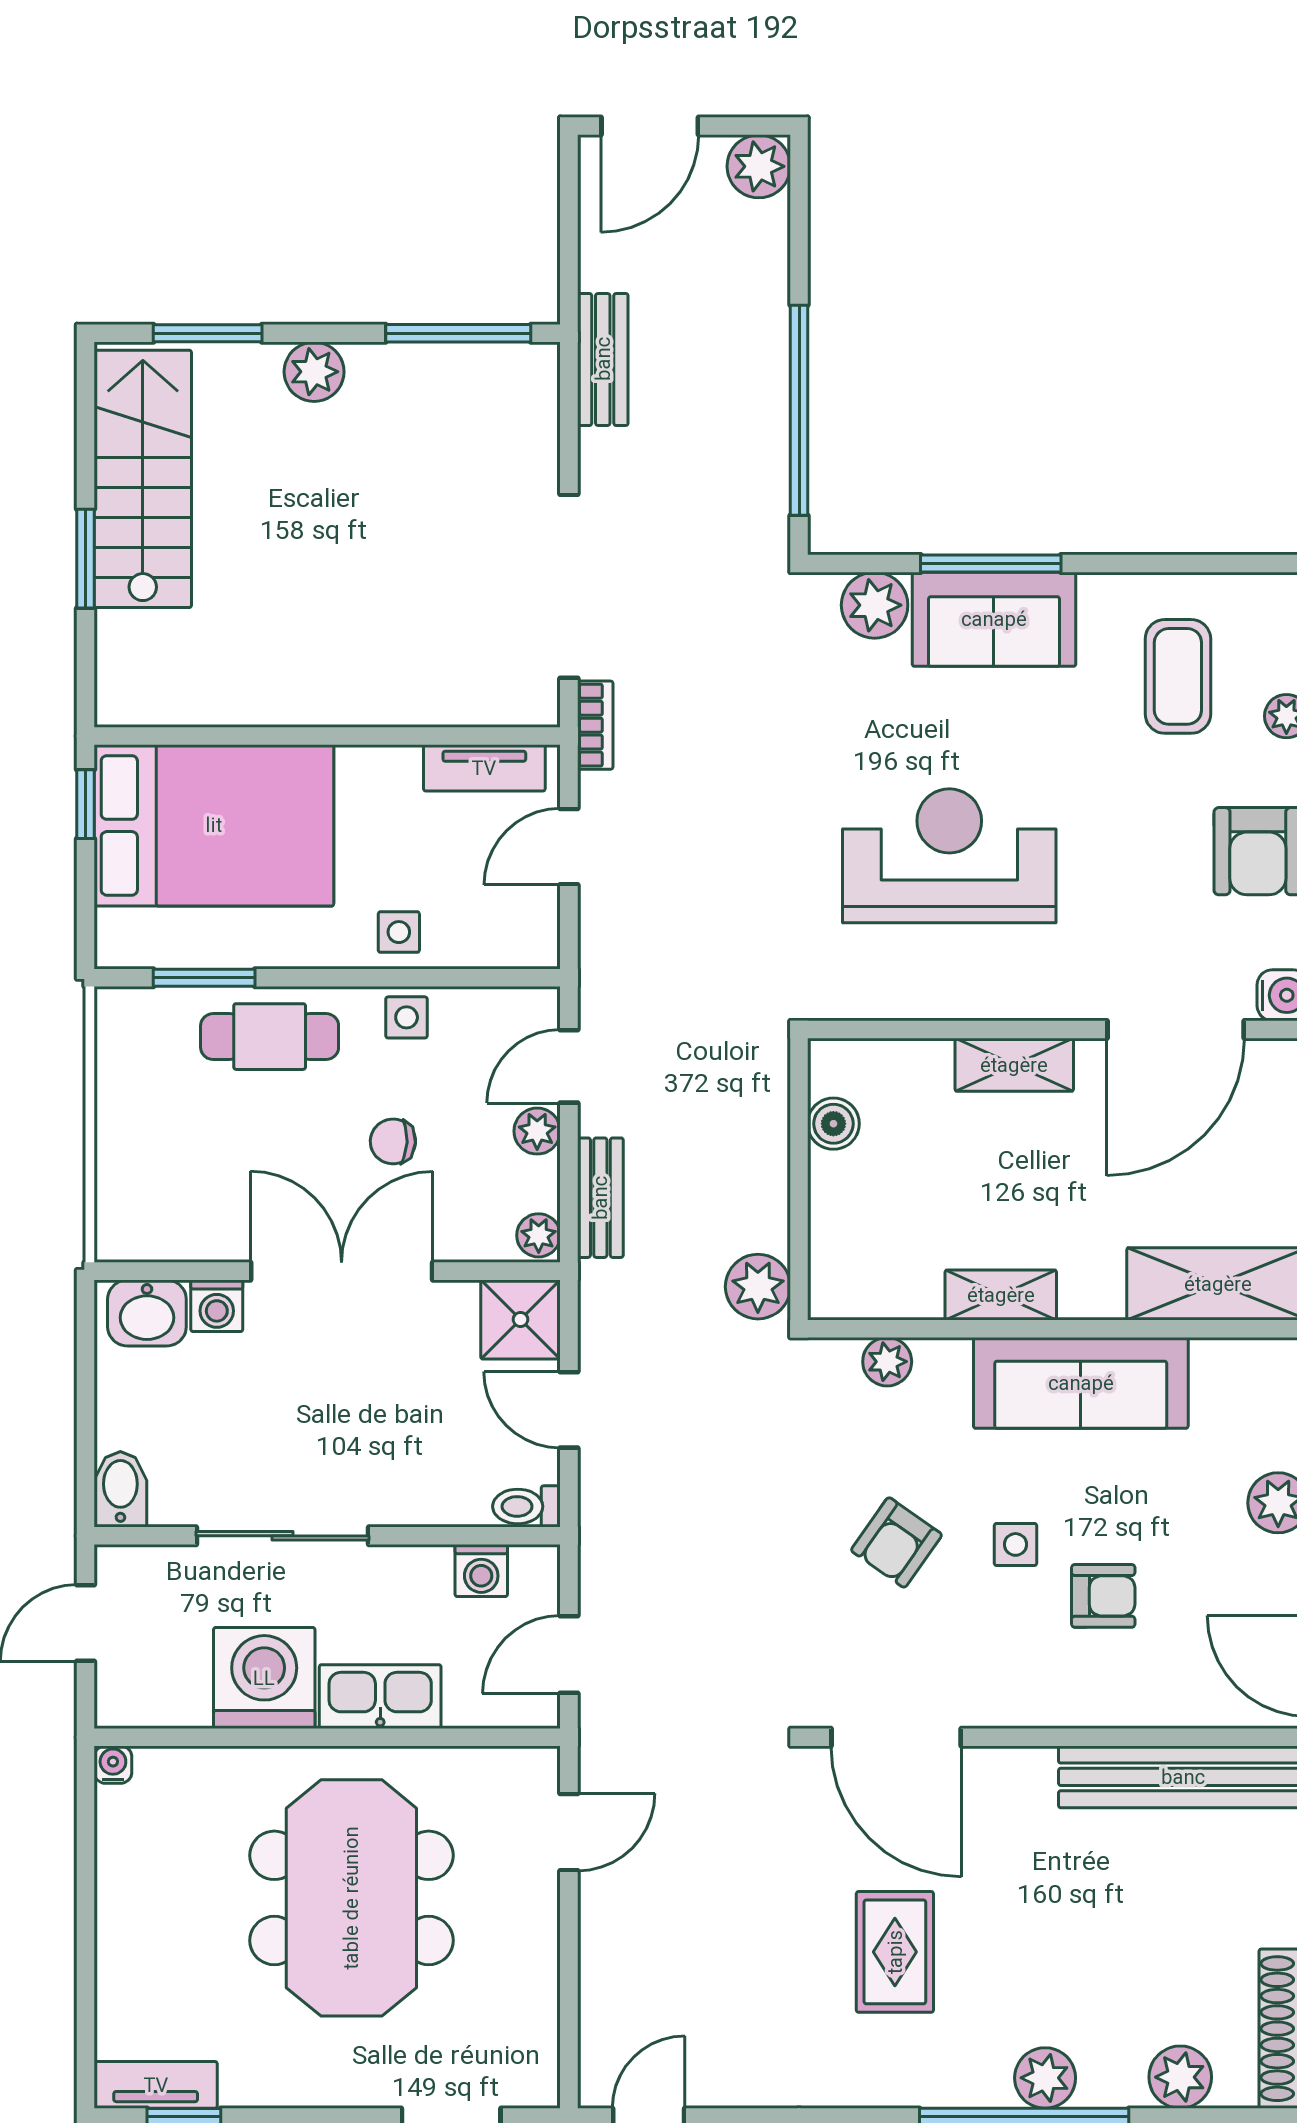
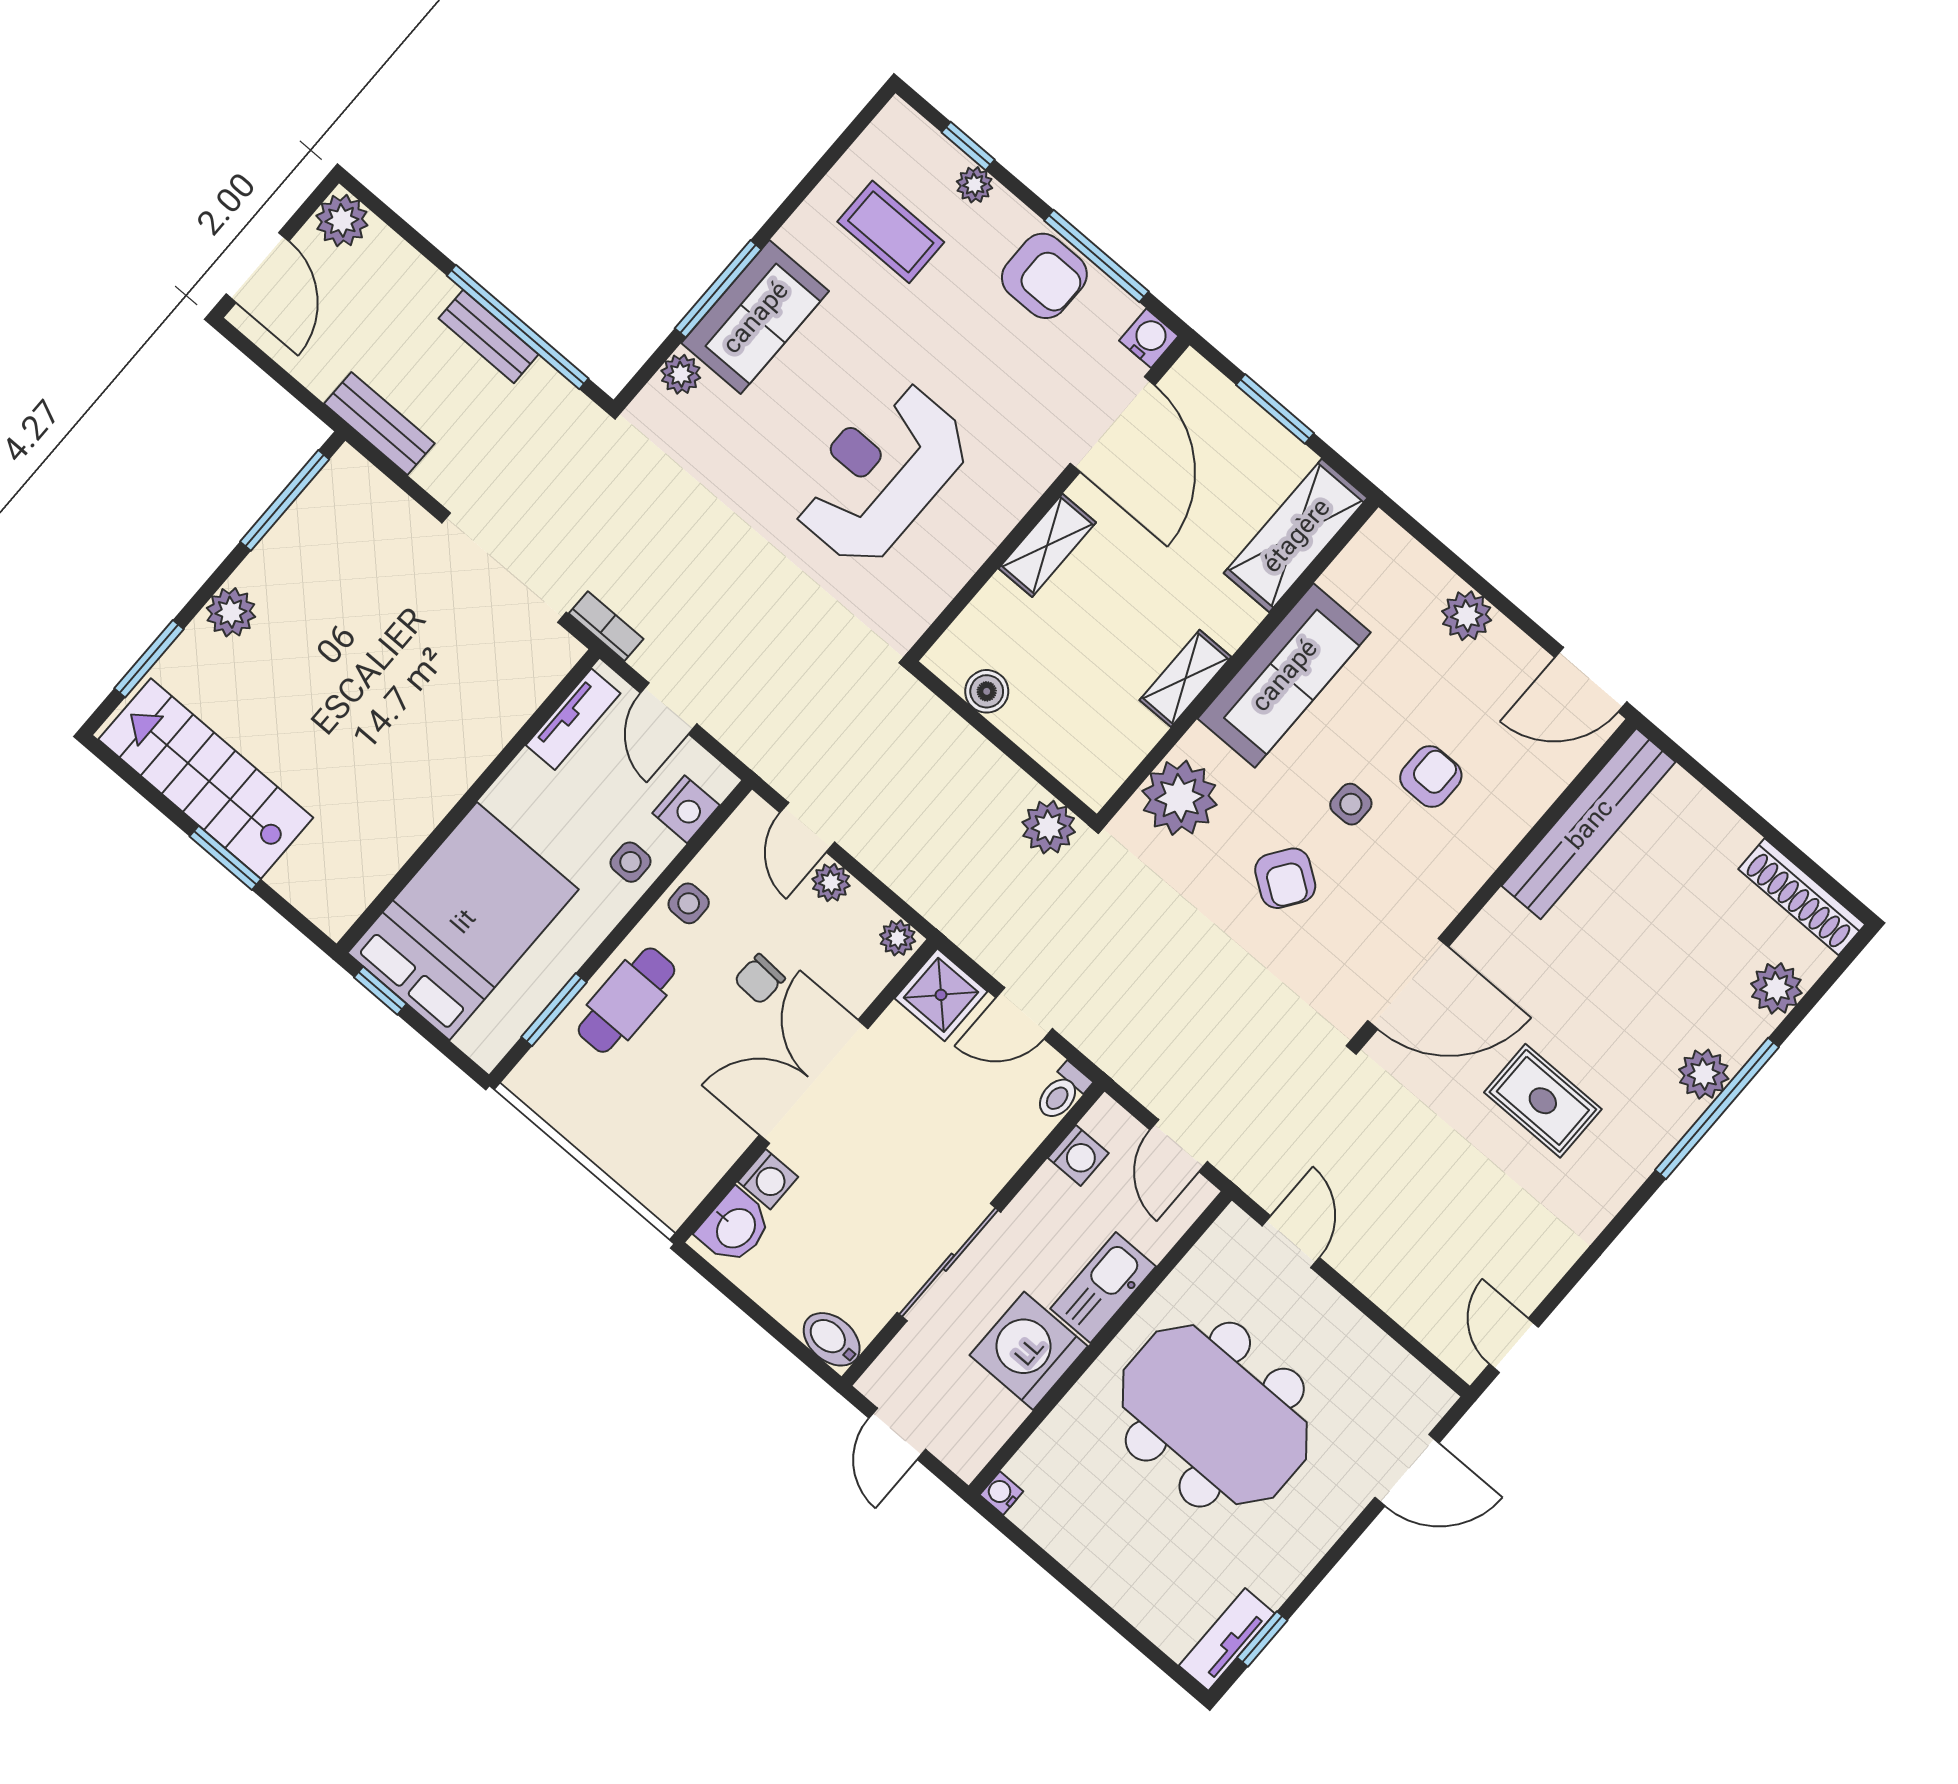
plant: (875, 605) -> (681, 374), width x0.73, depth x0.73
nightstand: (490, 941) -> (686, 809), added
bench: (600, 1198) -> (488, 336), moved
plant: (887, 1362) -> (1179, 798), width x1.87, depth x1.87

